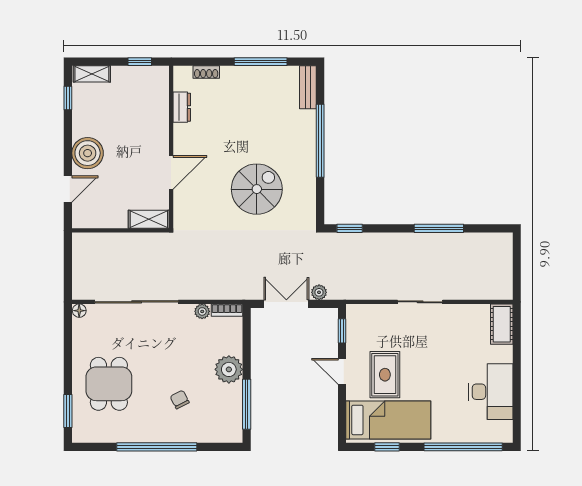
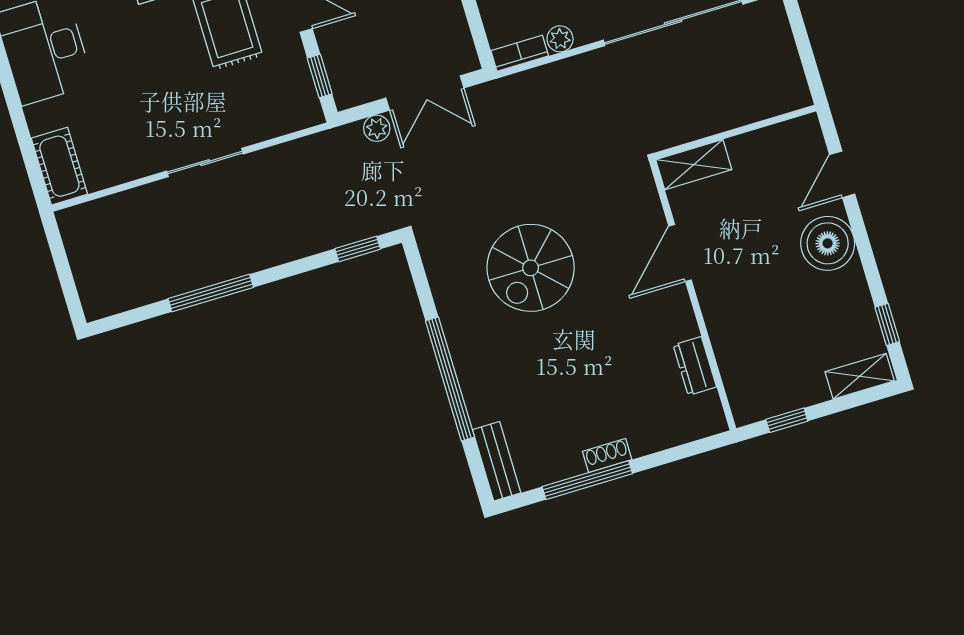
shoe rack: (206, 72) -> (607, 456), moved

